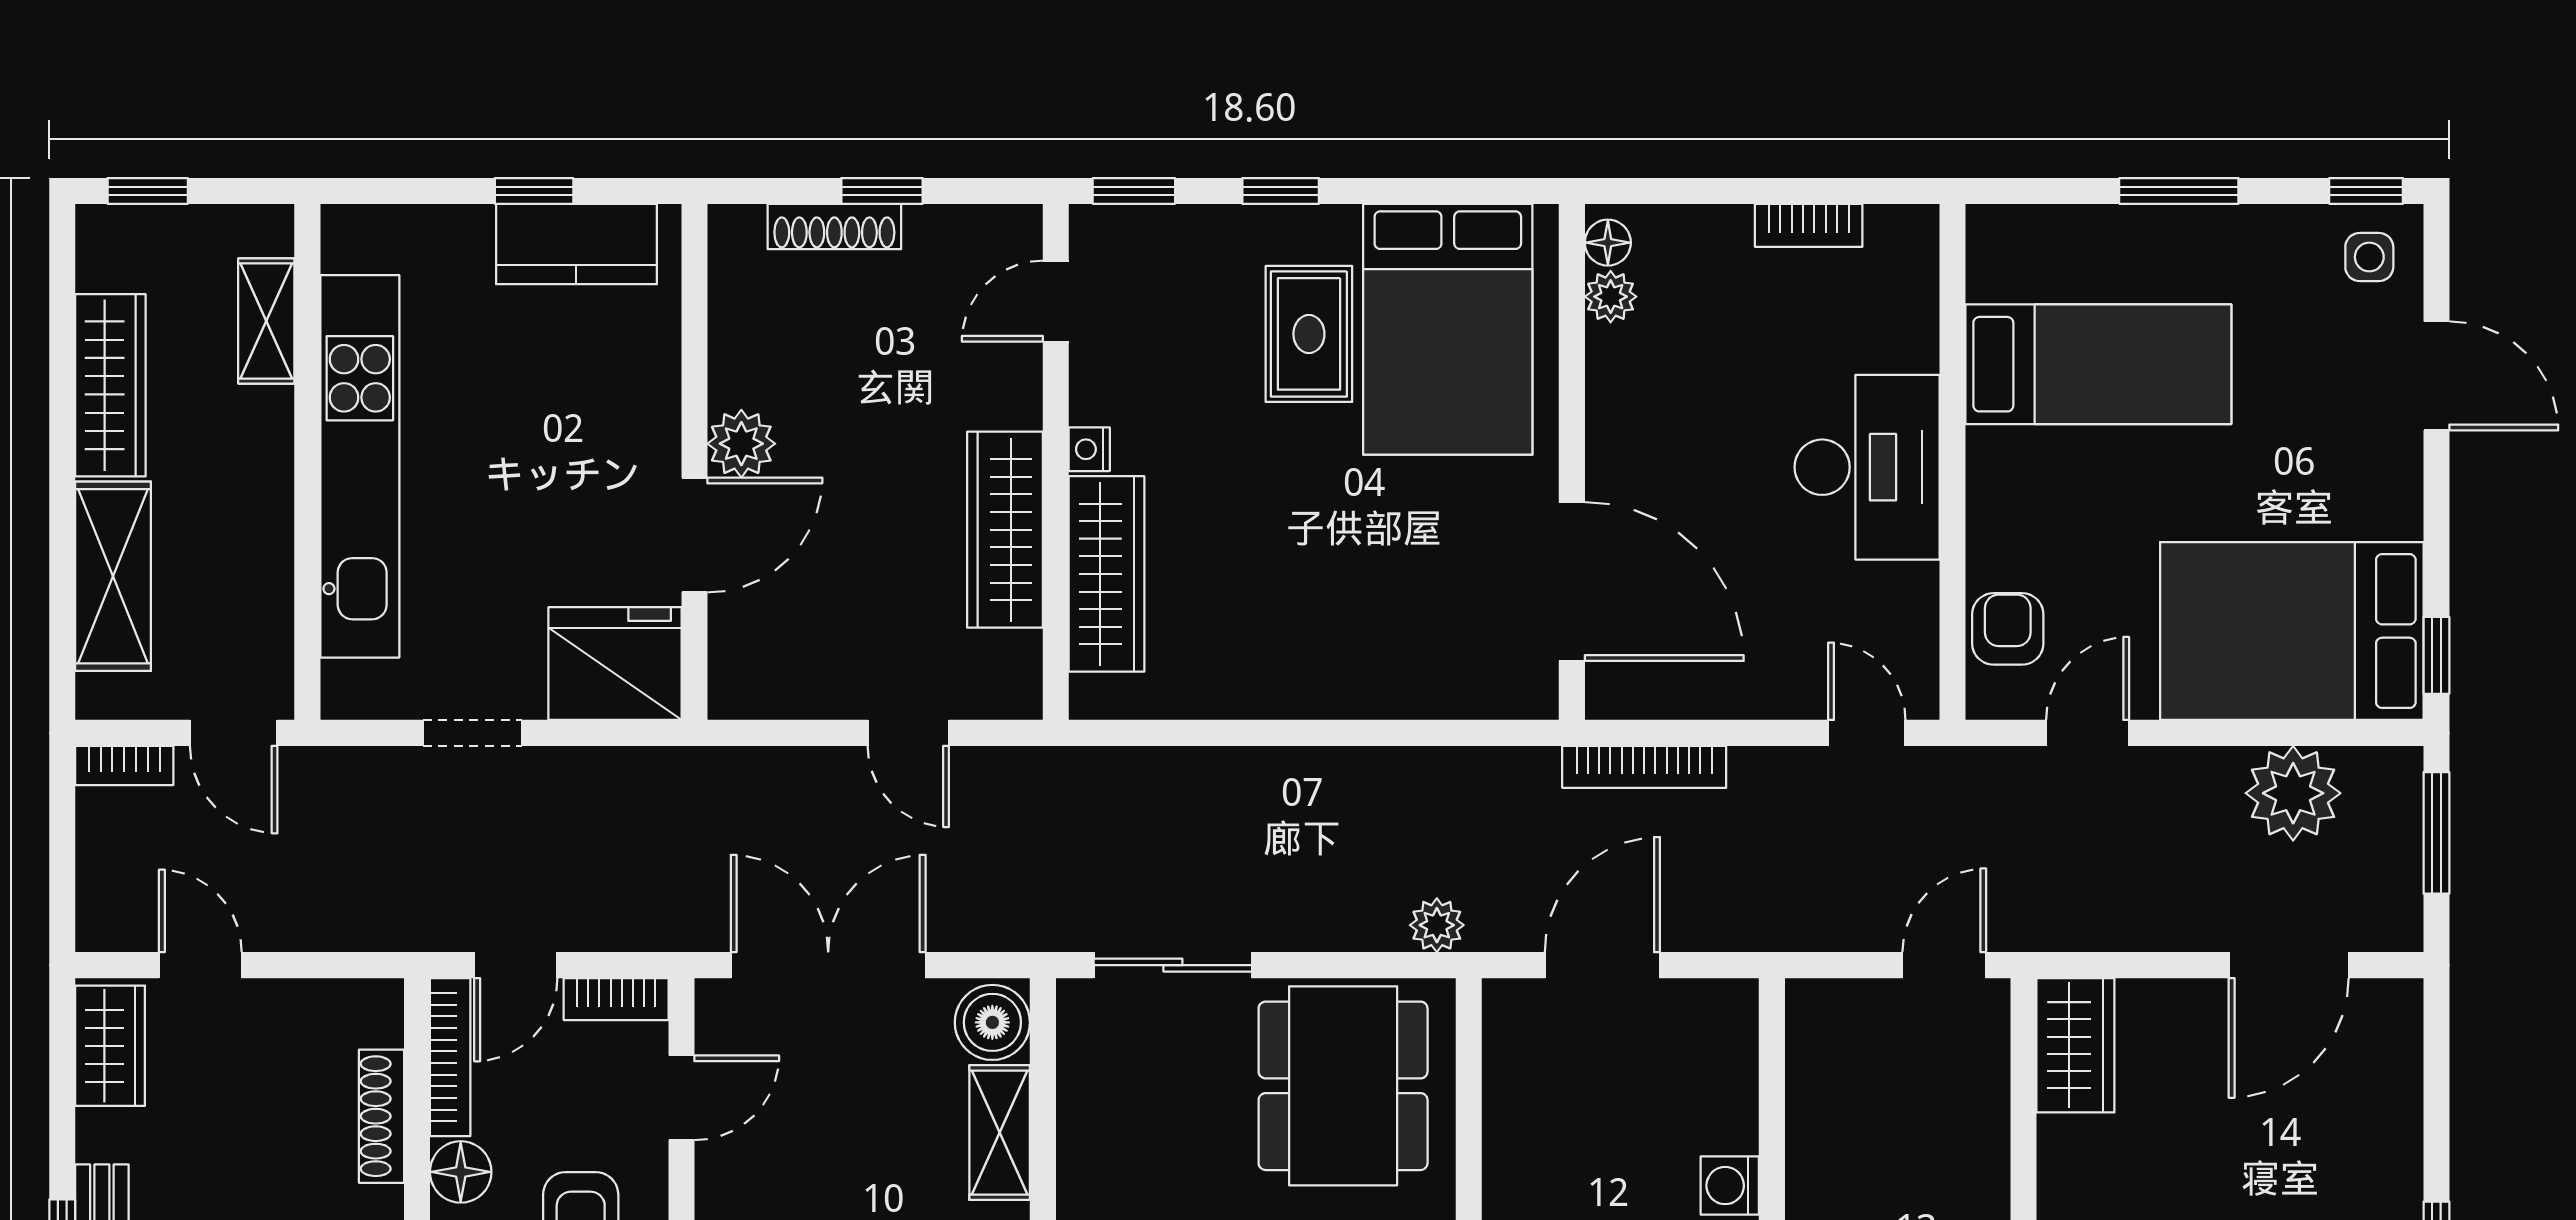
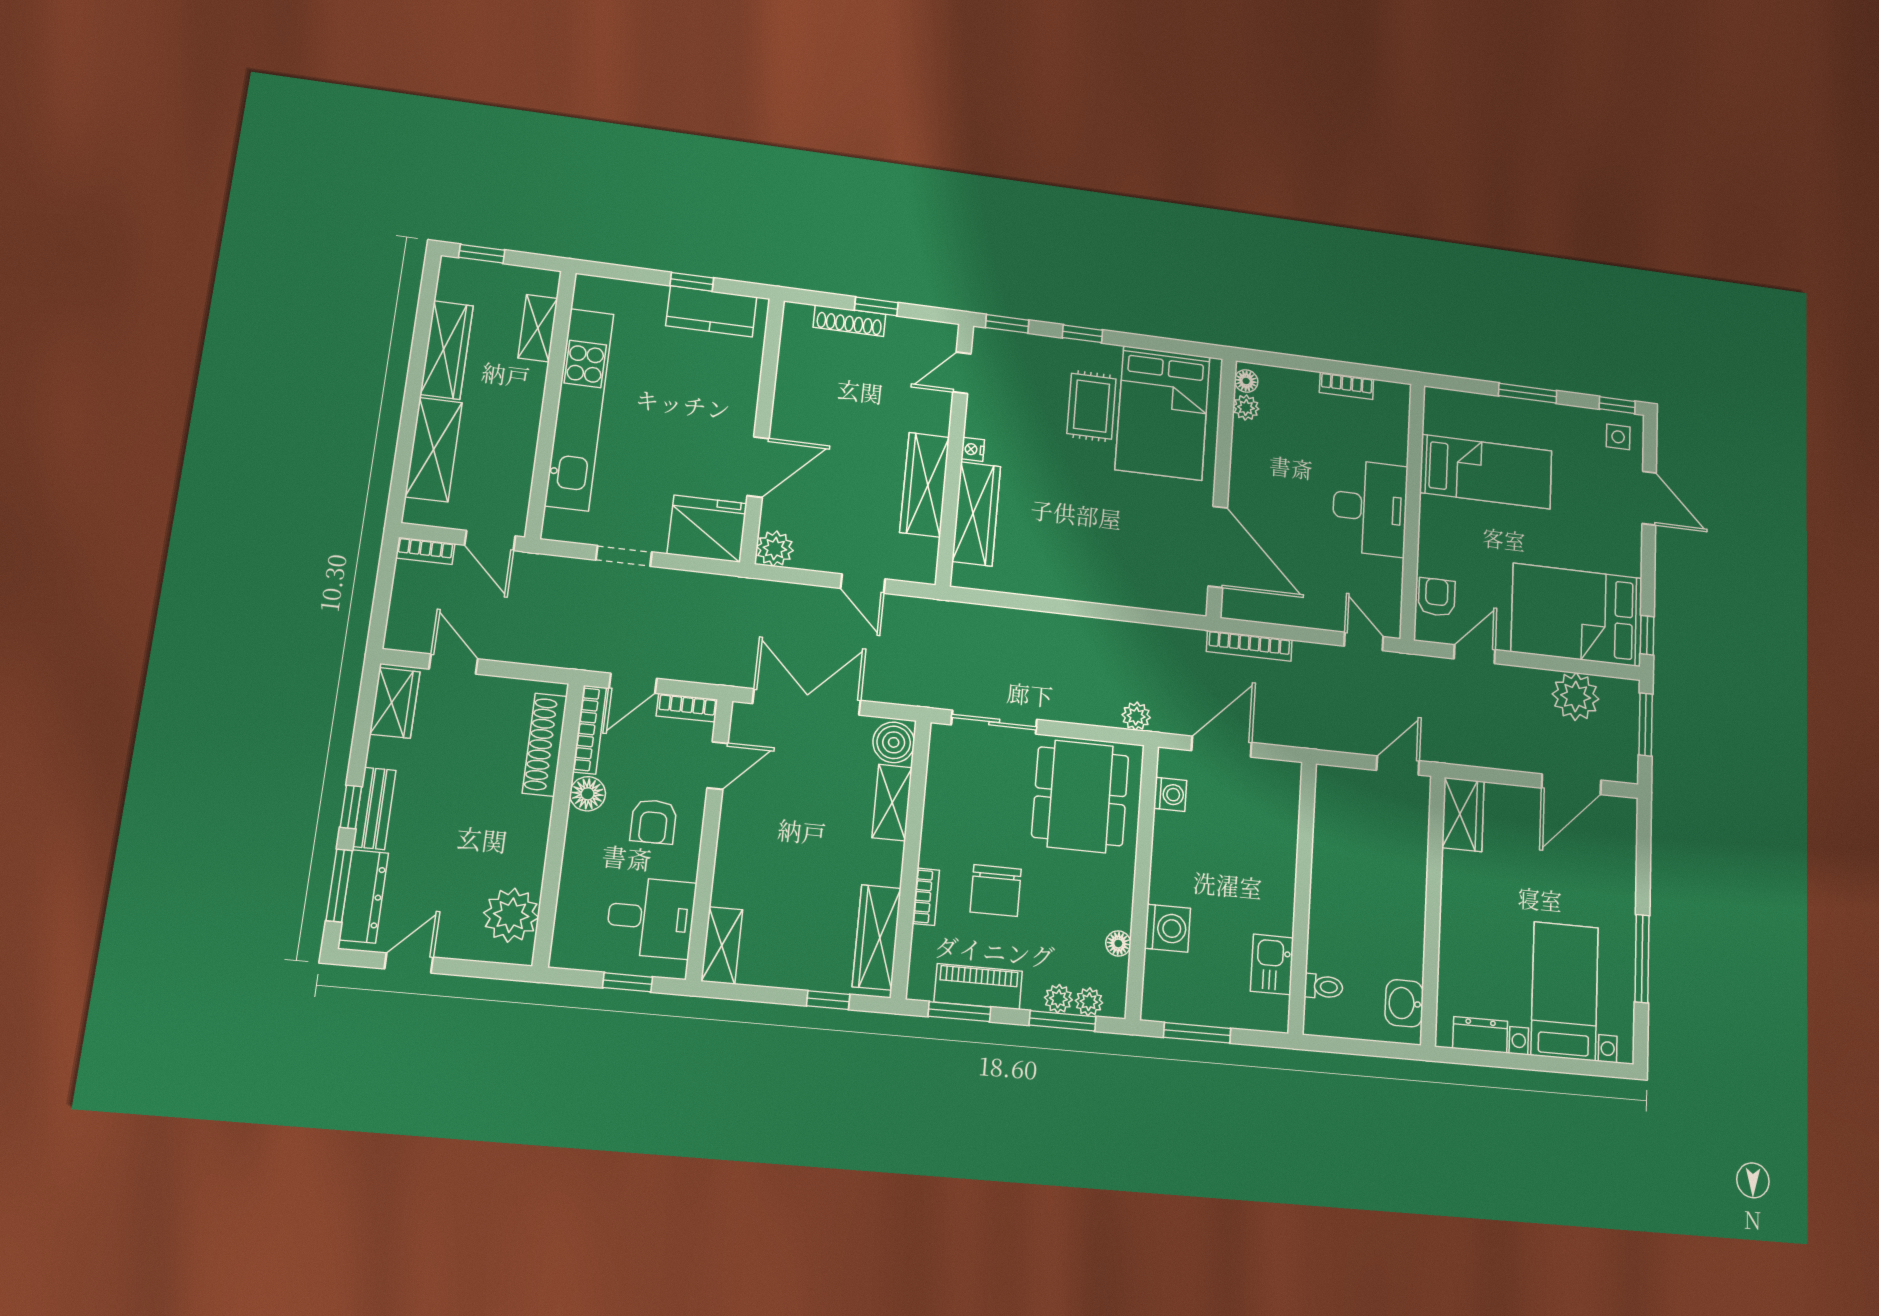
plant: (741, 444) -> (775, 549), moved
shoe rack: (382, 1116) -> (545, 745), width x1.36, depth x1.24
washing machine: (1730, 1186) -> (1170, 794), moved, turned 180

